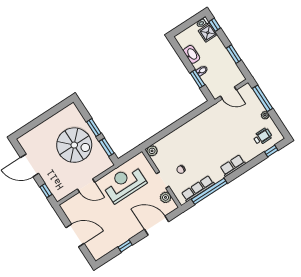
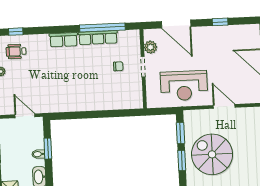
plant: (152, 151) -> (137, 102), removed
row of seats: (198, 189) -> (98, 38), moved

